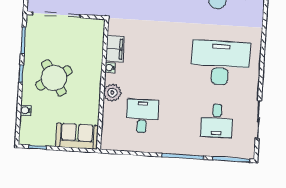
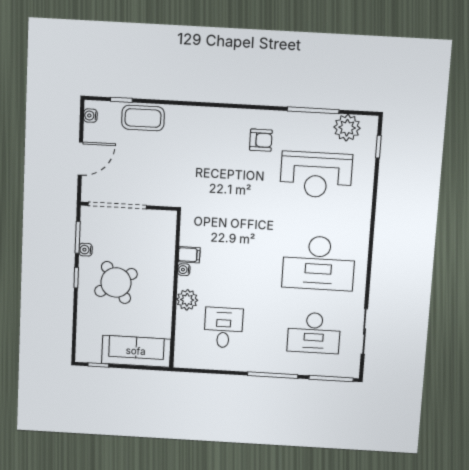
filing cabinet: (115, 49) -> (189, 255), width x0.50
desk: (220, 63) -> (319, 263), turned 180
water cooler: (26, 110) -> (85, 250), moved
desk: (217, 121) -> (314, 333), width x1.37
sofa: (77, 136) -> (136, 351), width x1.36

